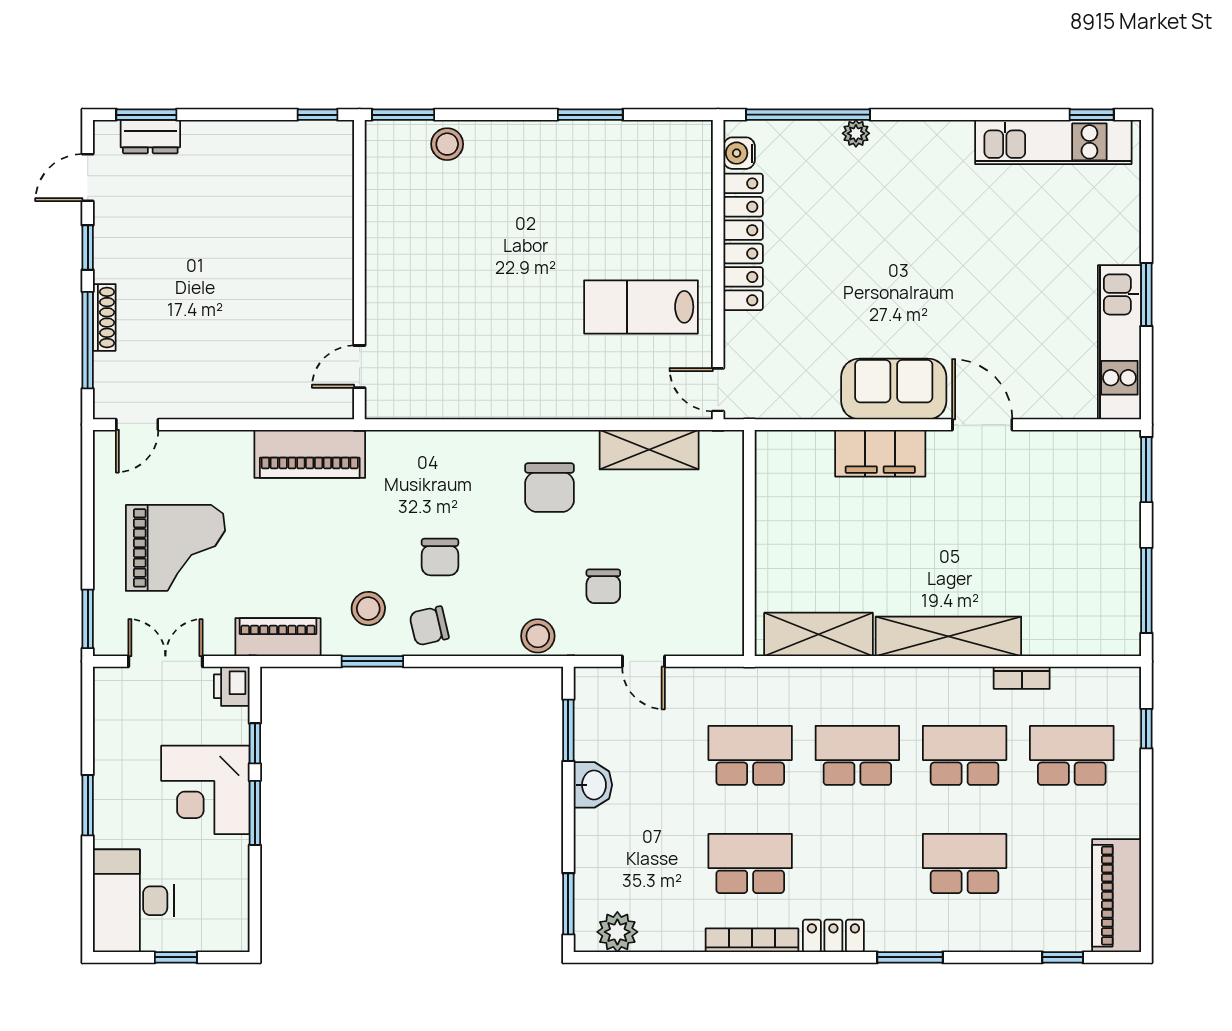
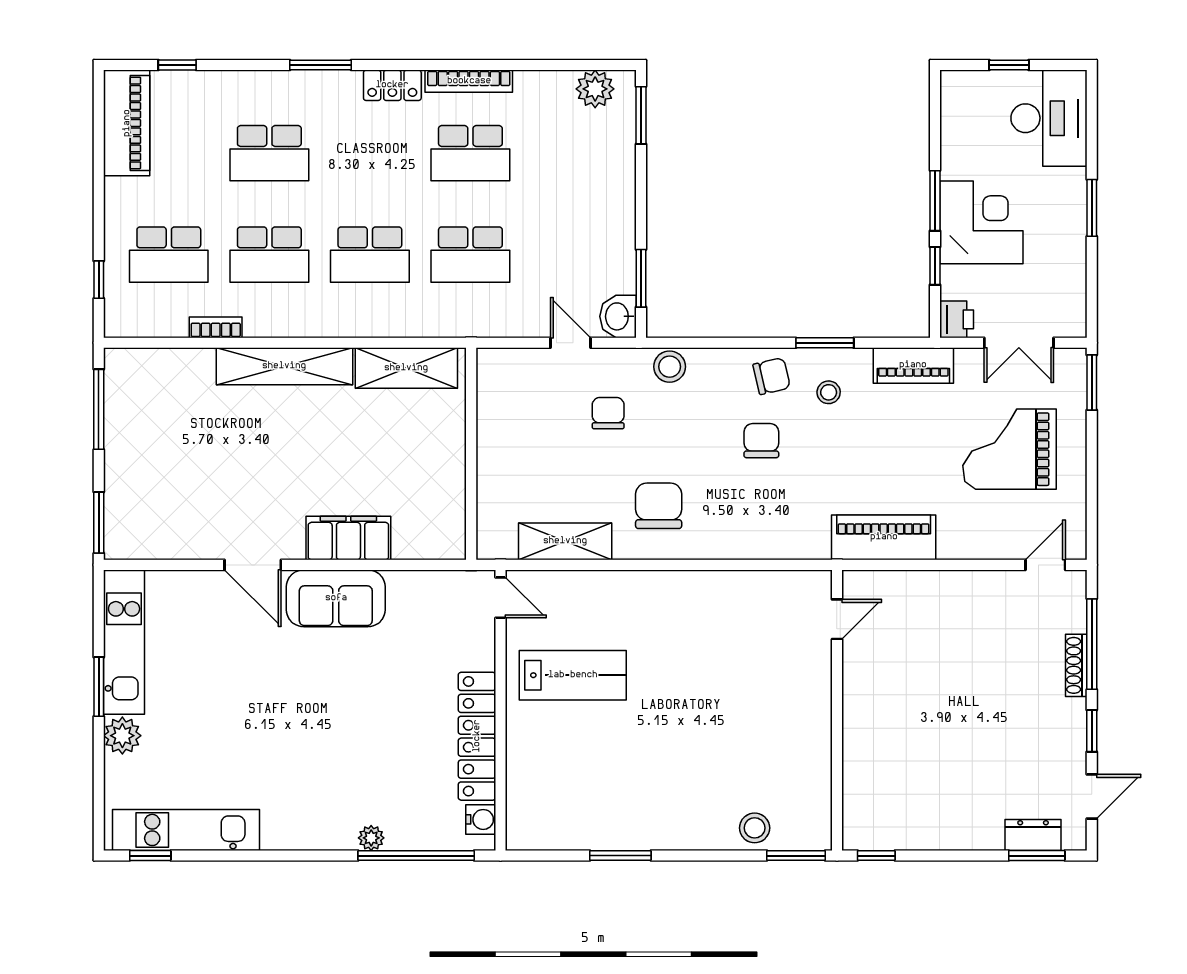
plant: (1121, 243) -> (122, 736), added
stool: (368, 609) -> (829, 392), width x0.73, depth x0.73
washbasin: (593, 785) -> (618, 316), moved

